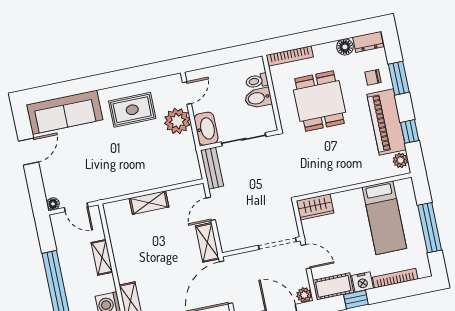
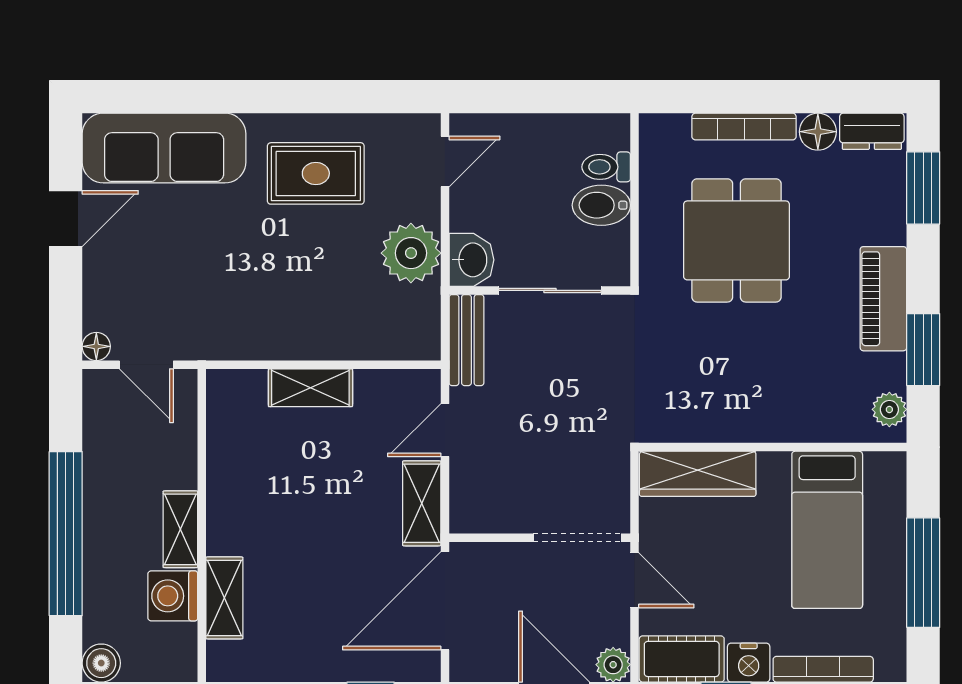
bookcase: (290, 56) -> (744, 127), moved
chair: (373, 77) -> (866, 212), removed
window: (399, 78) -> (923, 188), moved
plant: (177, 121) -> (411, 253), moved
piano: (386, 122) -> (883, 299), width x0.73, depth x0.75
washbasin: (206, 129) -> (471, 260), width x0.72
window: (410, 131) -> (923, 350), width x1.50
wardrobe: (315, 207) -> (698, 474), width x1.50
shelving: (102, 257) -> (180, 529), moved

